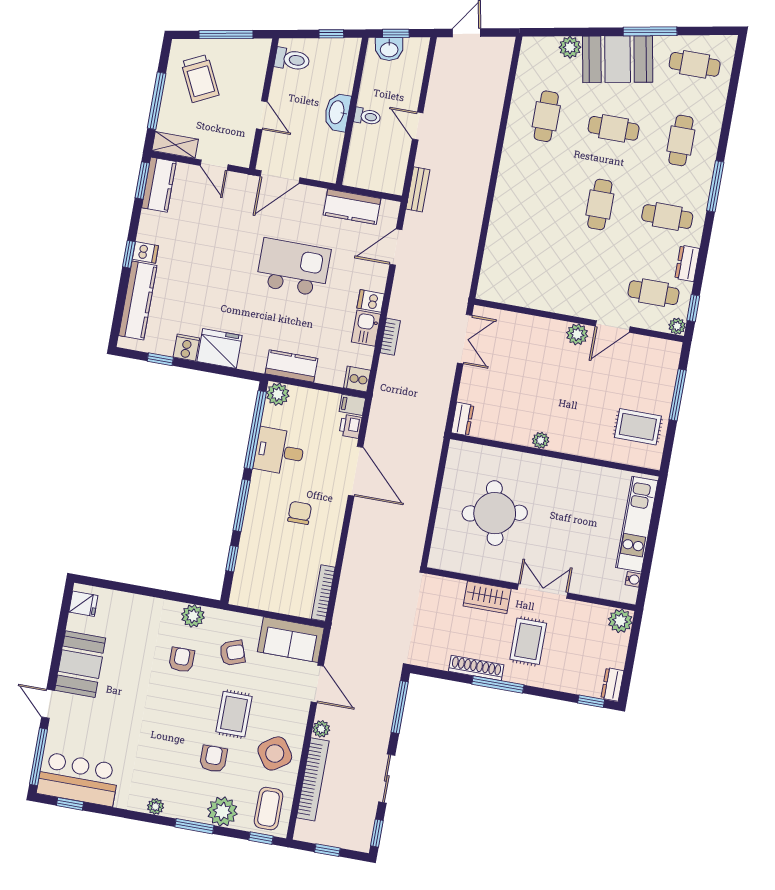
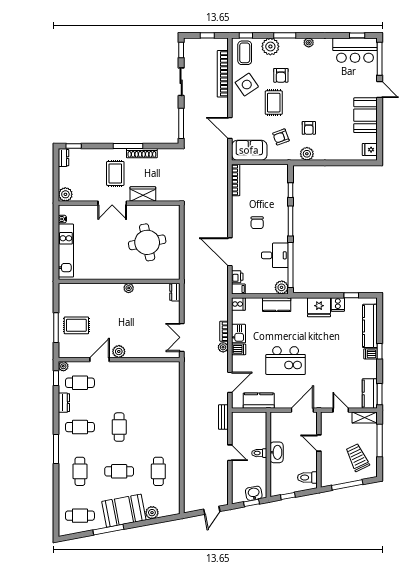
rug: (638, 427) -> (76, 325), moved
plant: (321, 729) -> (223, 347), moved

